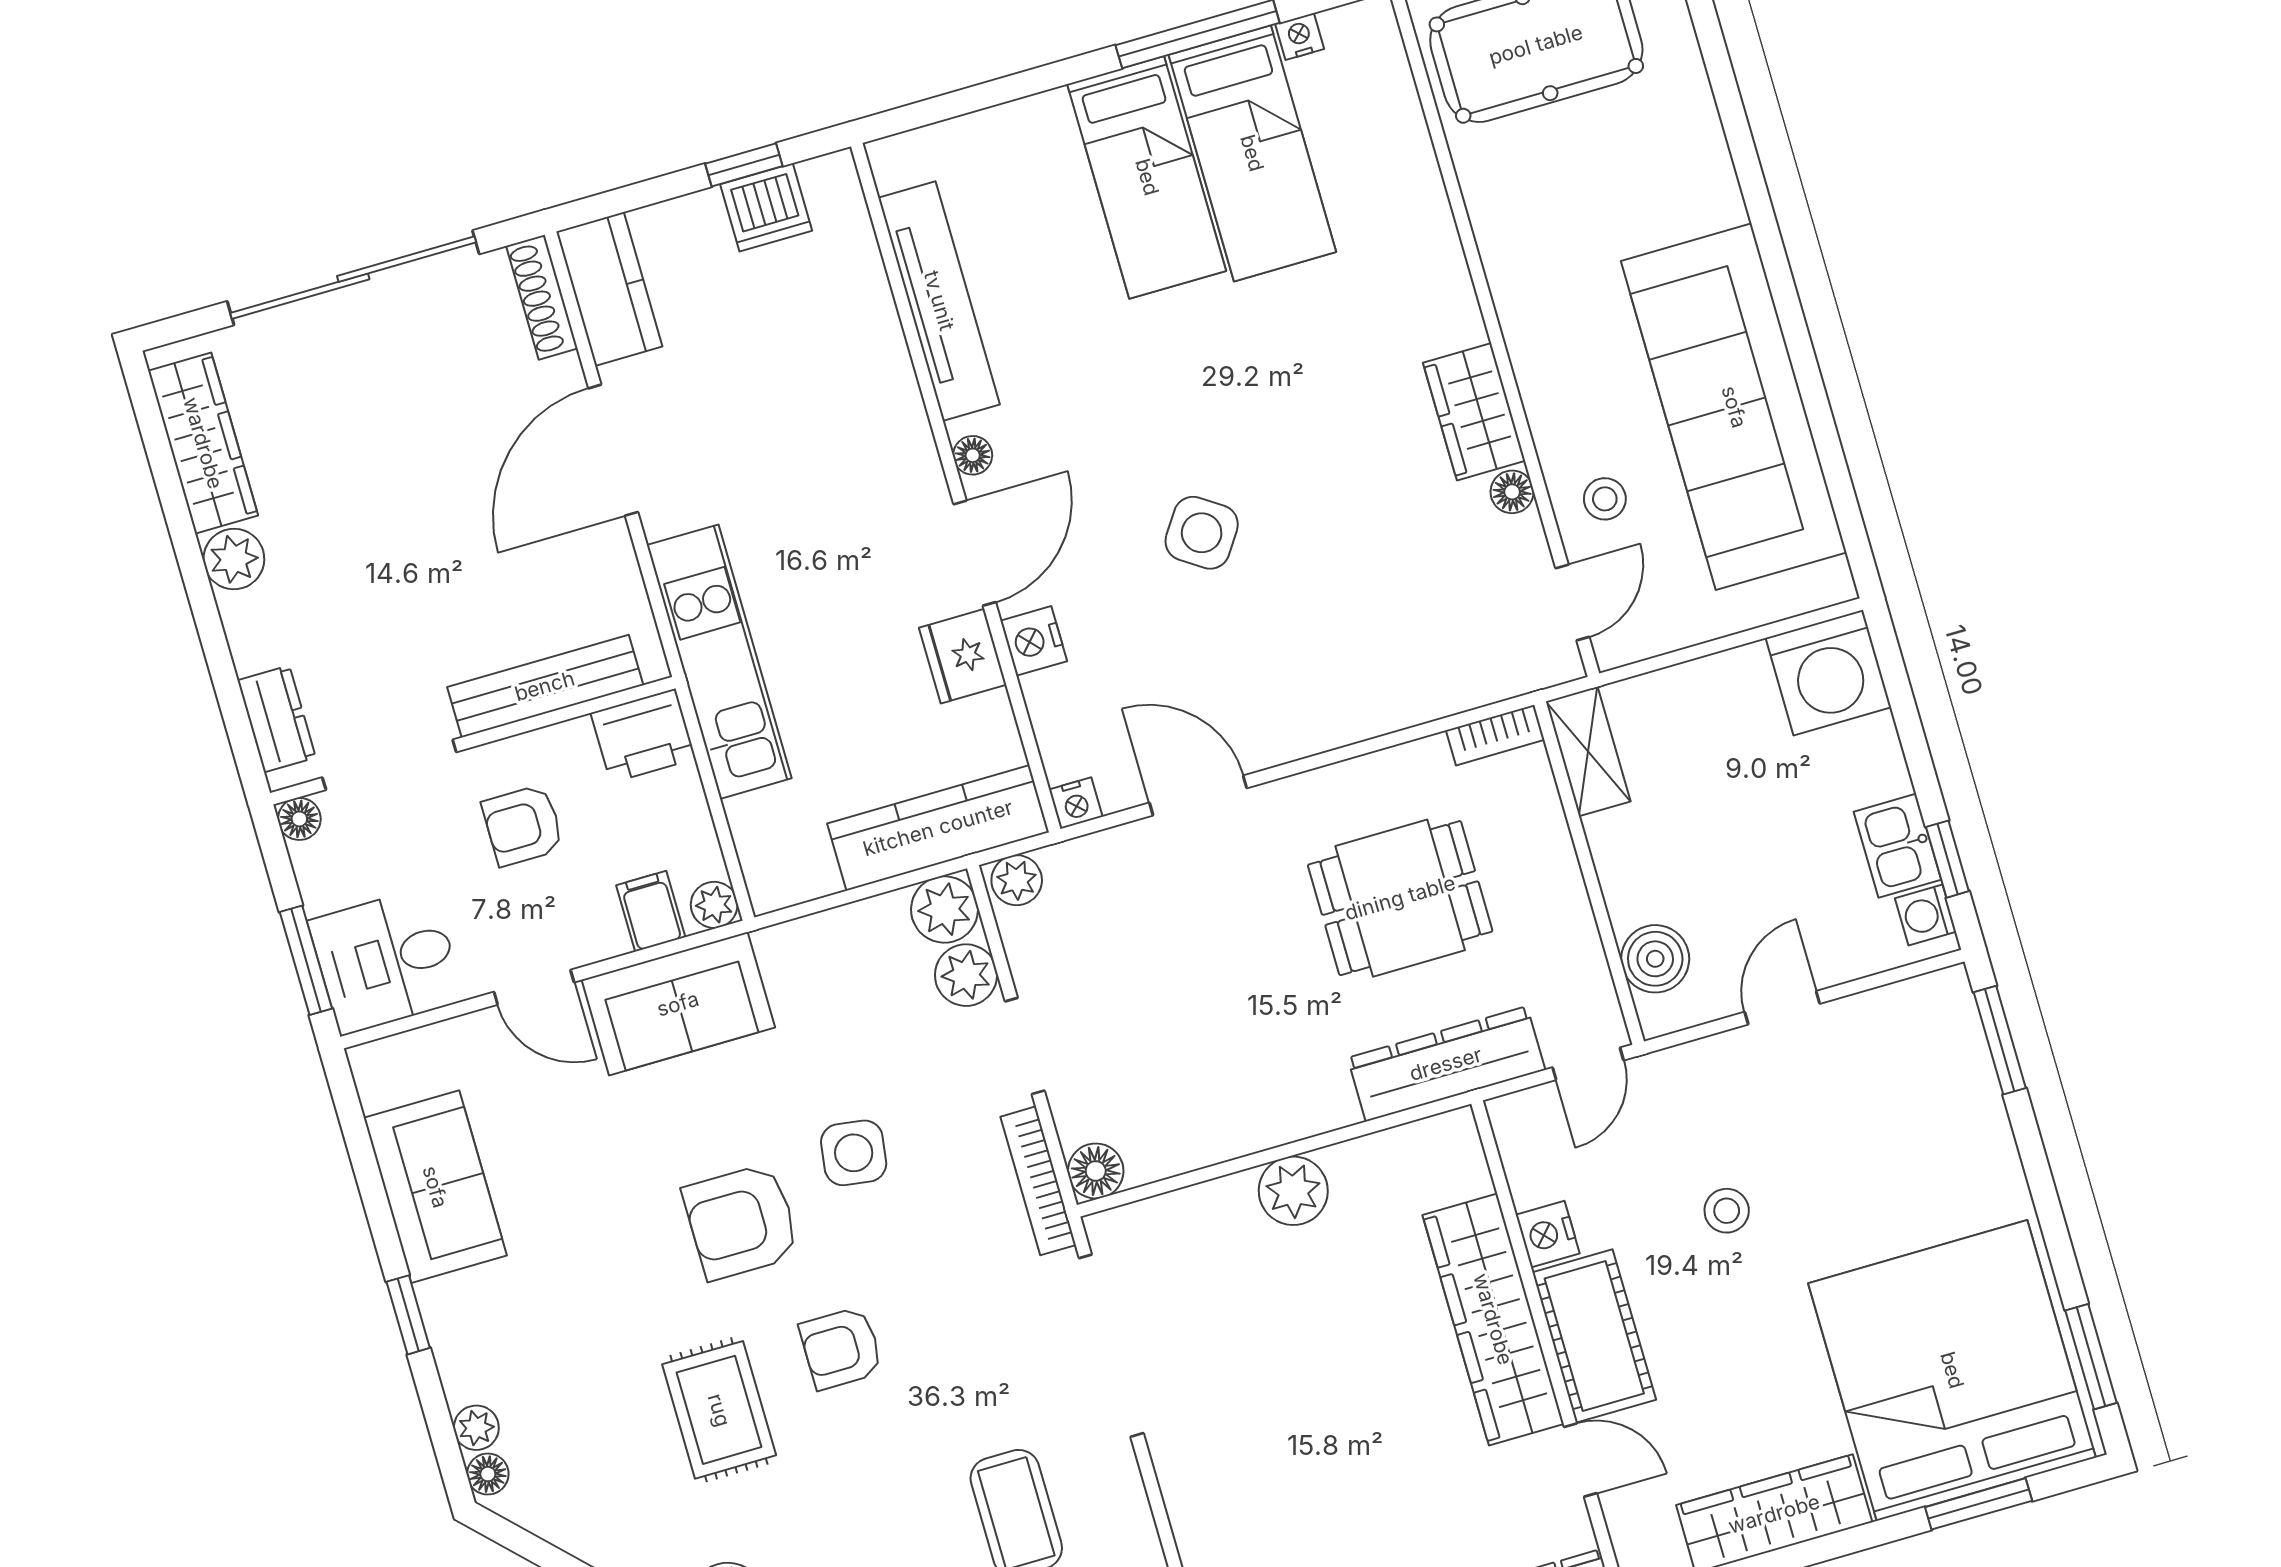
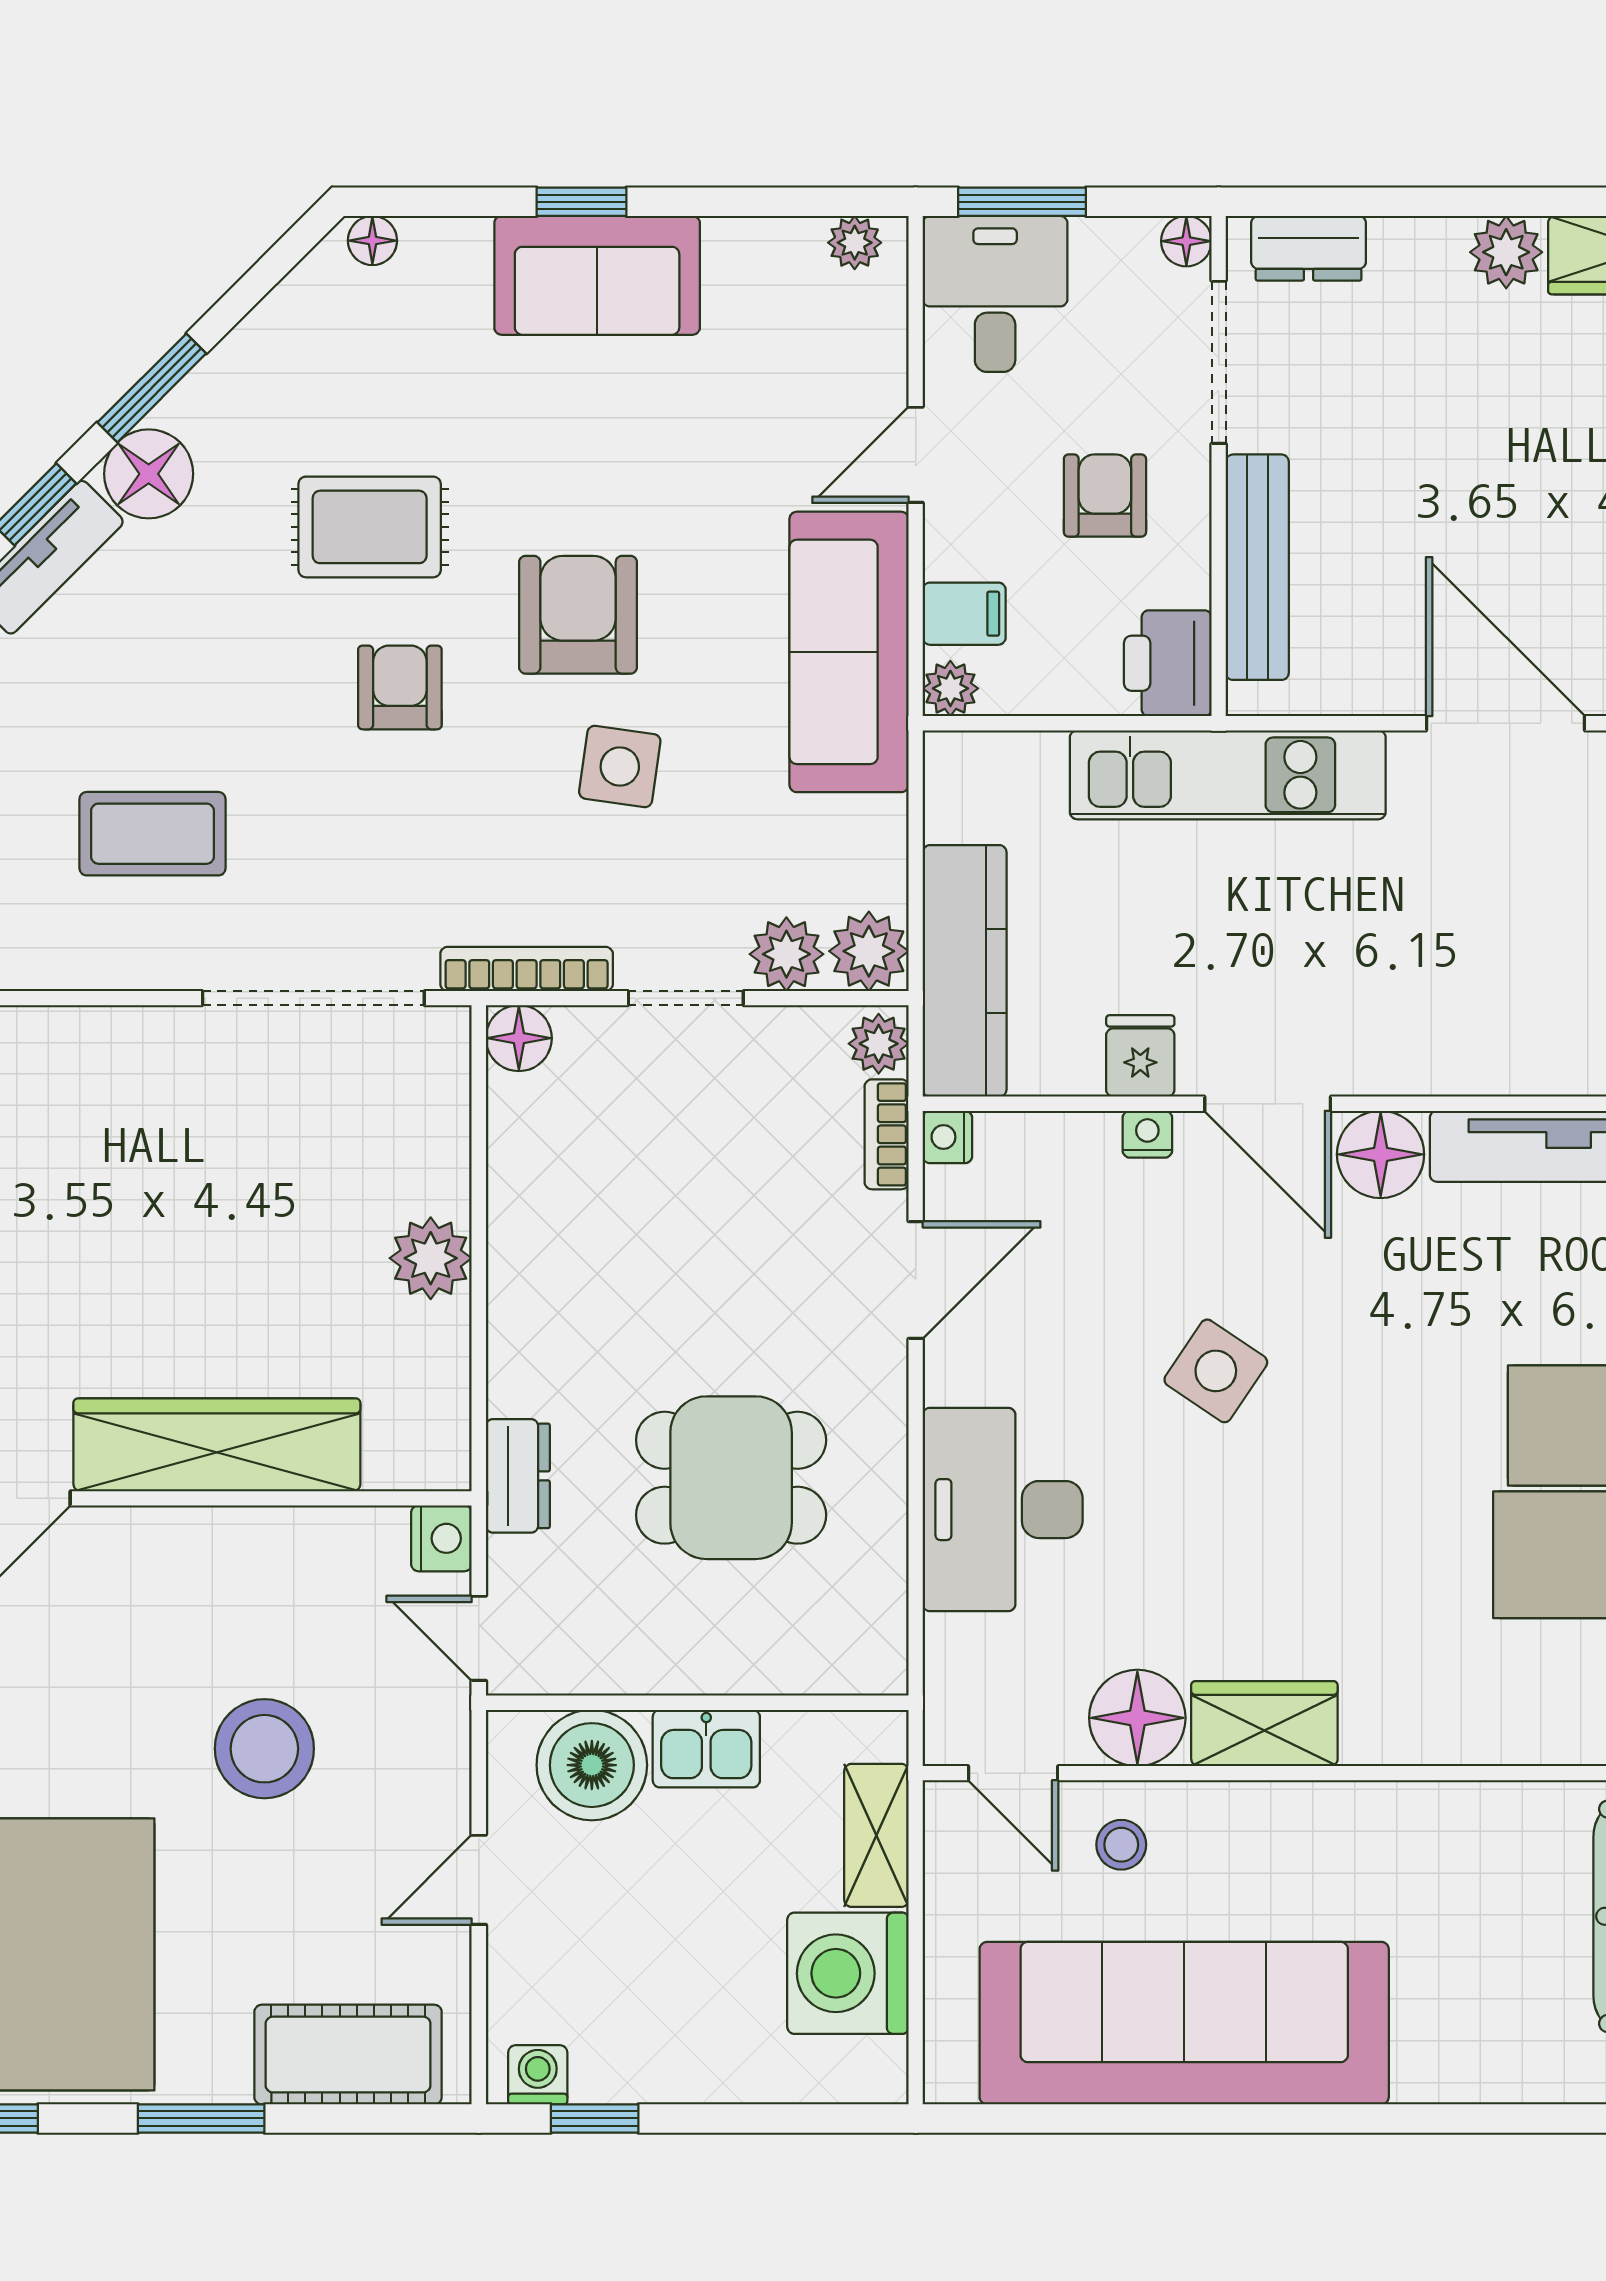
floor lamp: (973, 455) -> (1381, 1154), width x1.89, depth x1.89
floor lamp: (1512, 492) -> (1137, 1718), width x1.89, depth x1.89
nightstand: (1034, 641) -> (1147, 1134), width x0.72, depth x0.74
fridge: (963, 656) -> (1140, 1056), width x0.72
desk: (1363, 672) -> (1003, 1510), added
washing machine: (1828, 673) -> (848, 1973), moved
bookcase: (1495, 735) -> (887, 1134), moved
shelving: (1588, 751) -> (876, 1835), moved, turned 90
kitchen sink: (1897, 846) -> (706, 1749), moved, turned 180
dining table: (1400, 898) -> (731, 1478), turned 90
boiler: (1655, 959) -> (592, 1765), width x1.37, depth x1.37
sofa: (678, 1004) -> (849, 652), width x1.36
door: (1782, 1008) -> (479, 1880), swing flipped
window: (2000, 1040) -> (201, 2118), moved
dresser: (1446, 1064) -> (518, 1476), width x0.51, depth x0.80
sofa: (435, 1187) -> (597, 275), moved
stool: (1727, 1211) -> (264, 1749), width x1.89, depth x1.89
nightstand: (1548, 1234) -> (441, 1538), moved, turned 90
cot: (1594, 1336) -> (348, 2055), moved
plant: (476, 1428) -> (855, 243), moved

